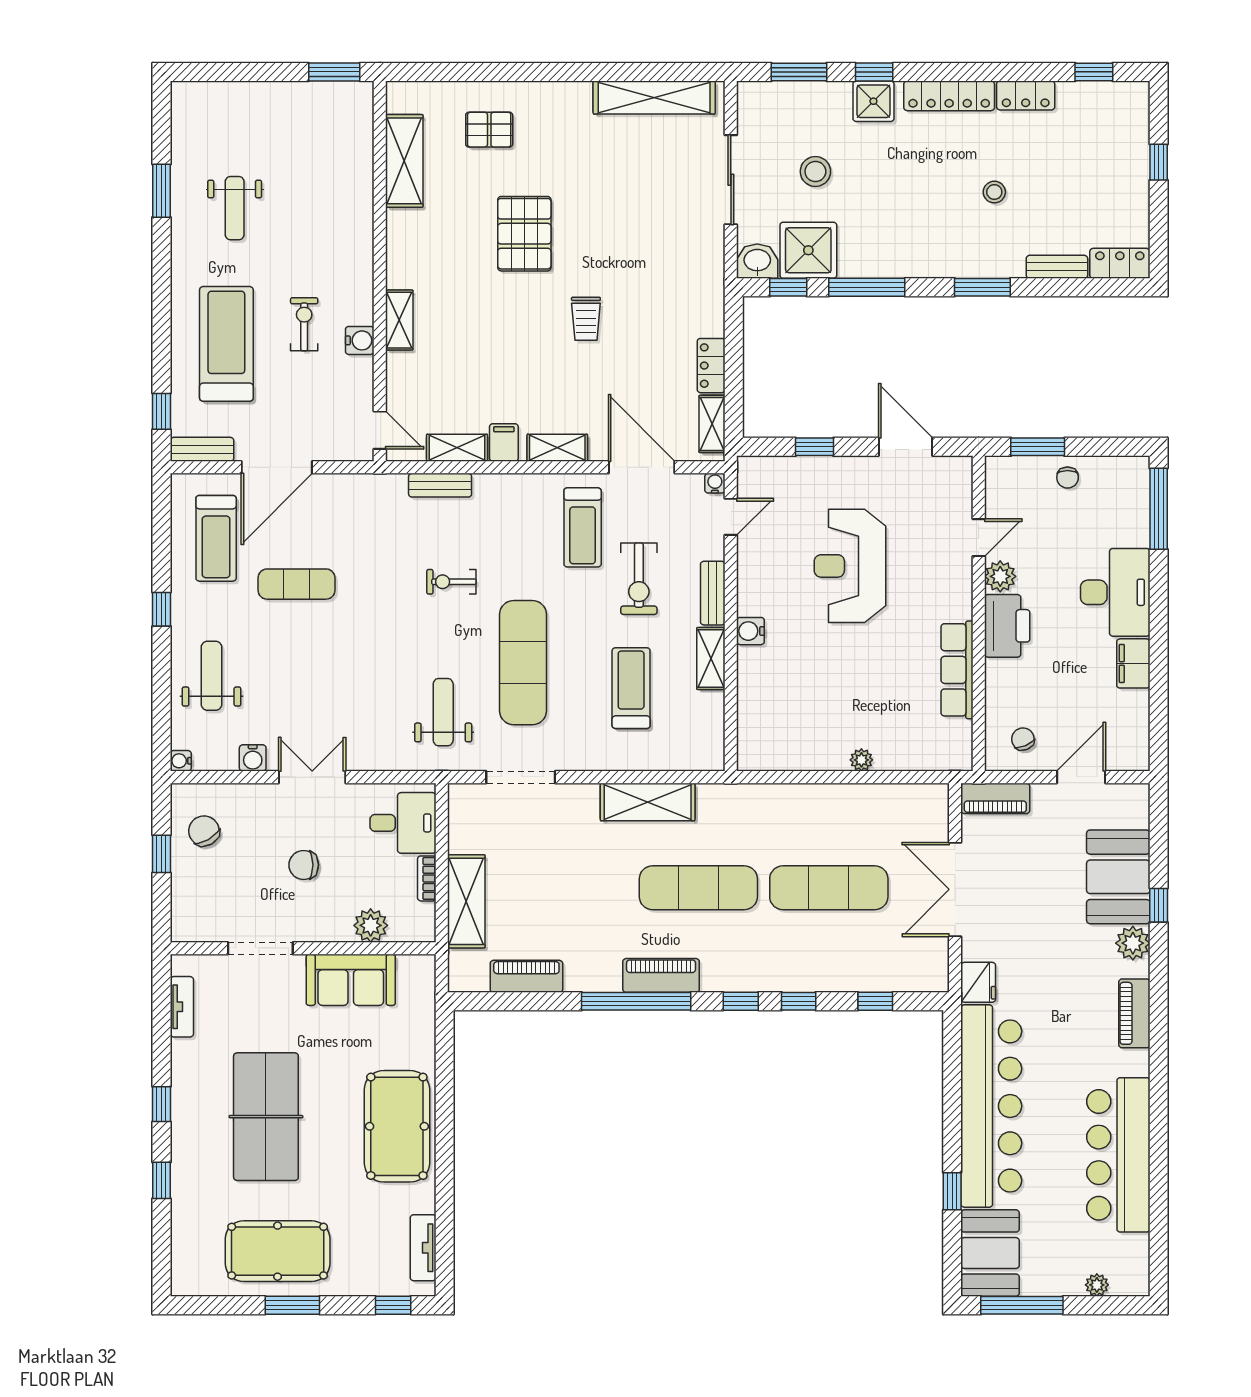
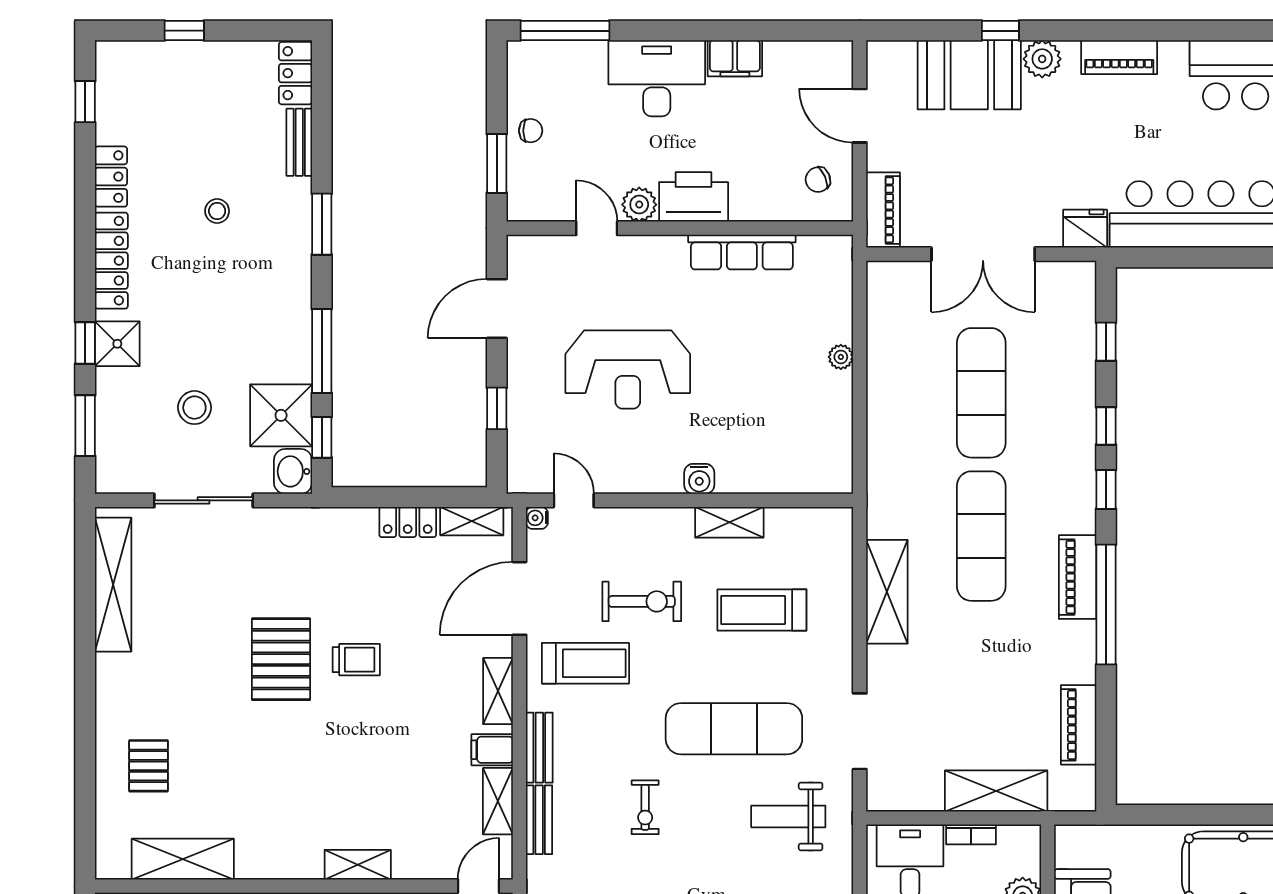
pallet: (524, 234) -> (281, 659), moved, turned 90
bench: (713, 593) -> (539, 748), moved, turned 90

